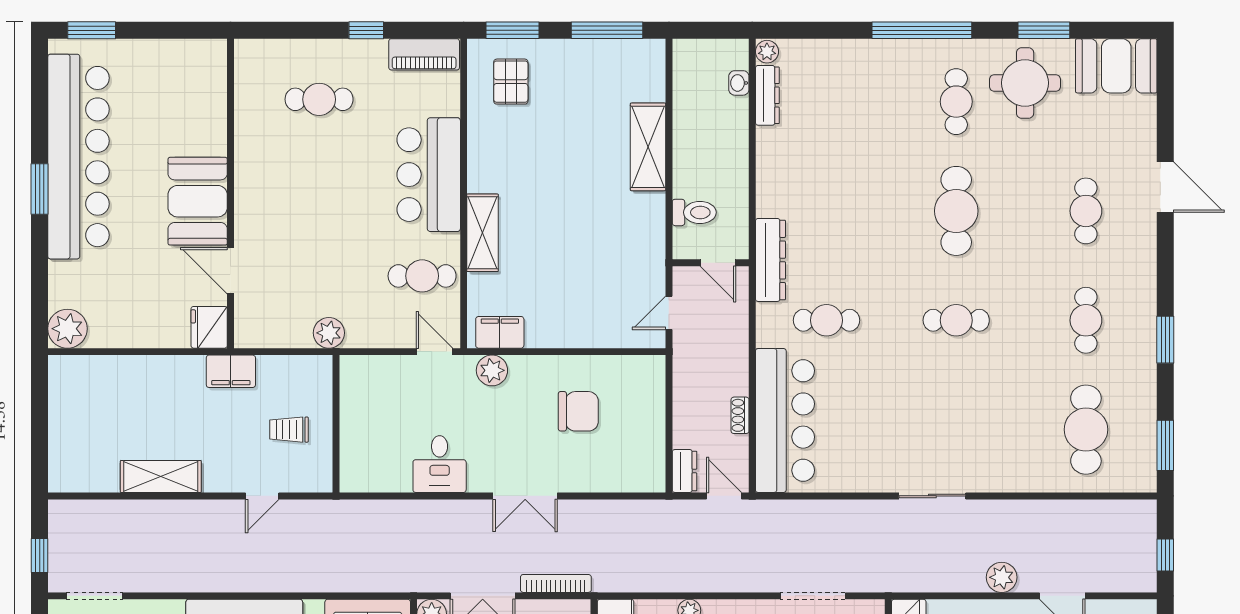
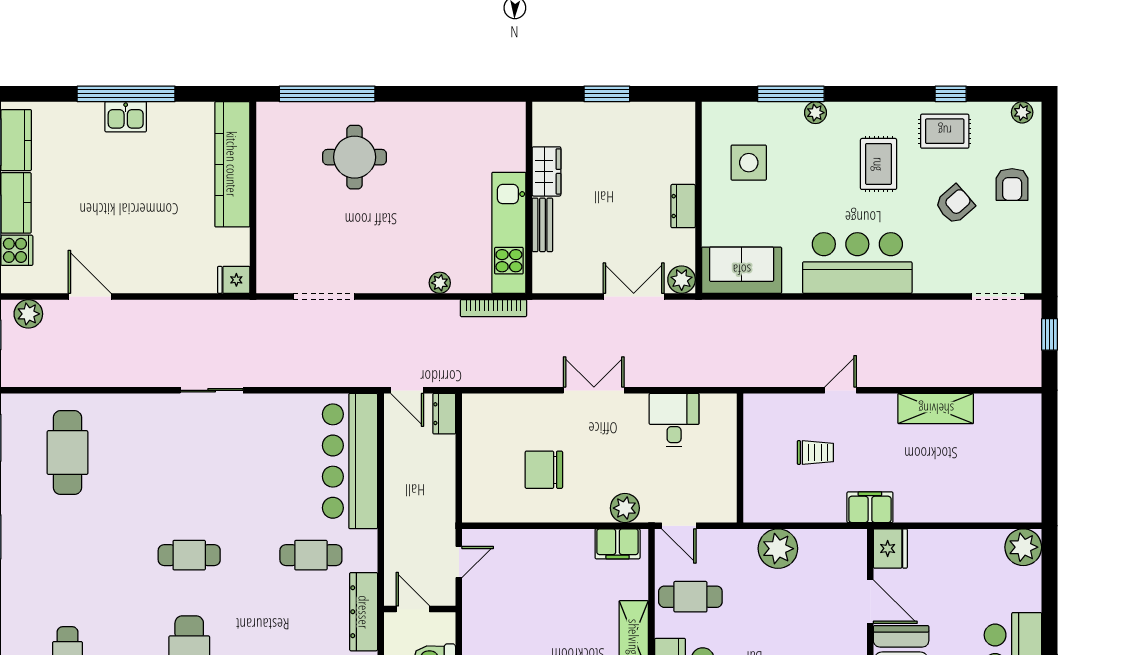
cafe table: (1086, 320) -> (67, 555), removed
plant: (329, 333) -> (778, 549), width x1.36, depth x1.36
shoe rack: (740, 415) -> (392, 466), removed
wall: (336, 424) -> (740, 458), moved
plant: (1002, 577) -> (28, 314), moved
bookcase: (556, 583) -> (493, 308), moved

